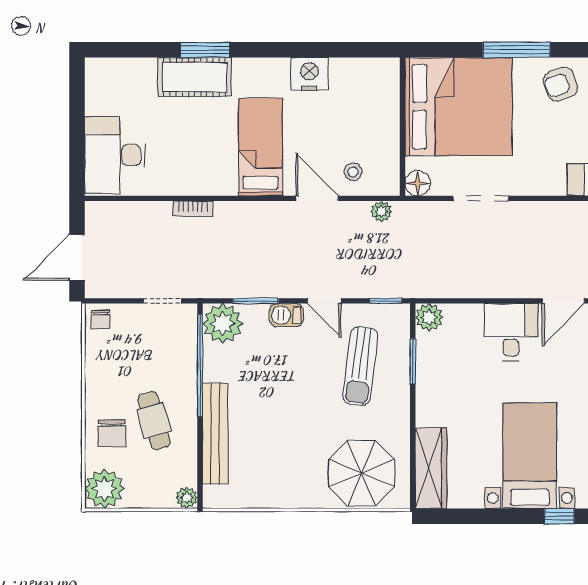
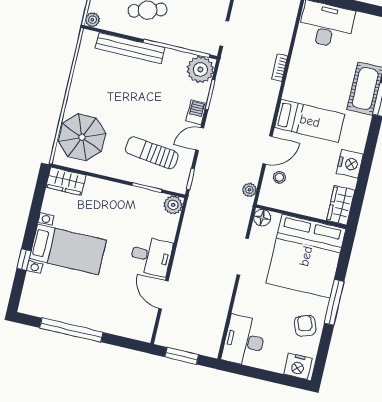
wardrobe: (373, 73) -> (341, 205), added
wardrobe: (431, 468) -> (66, 181), width x0.67

